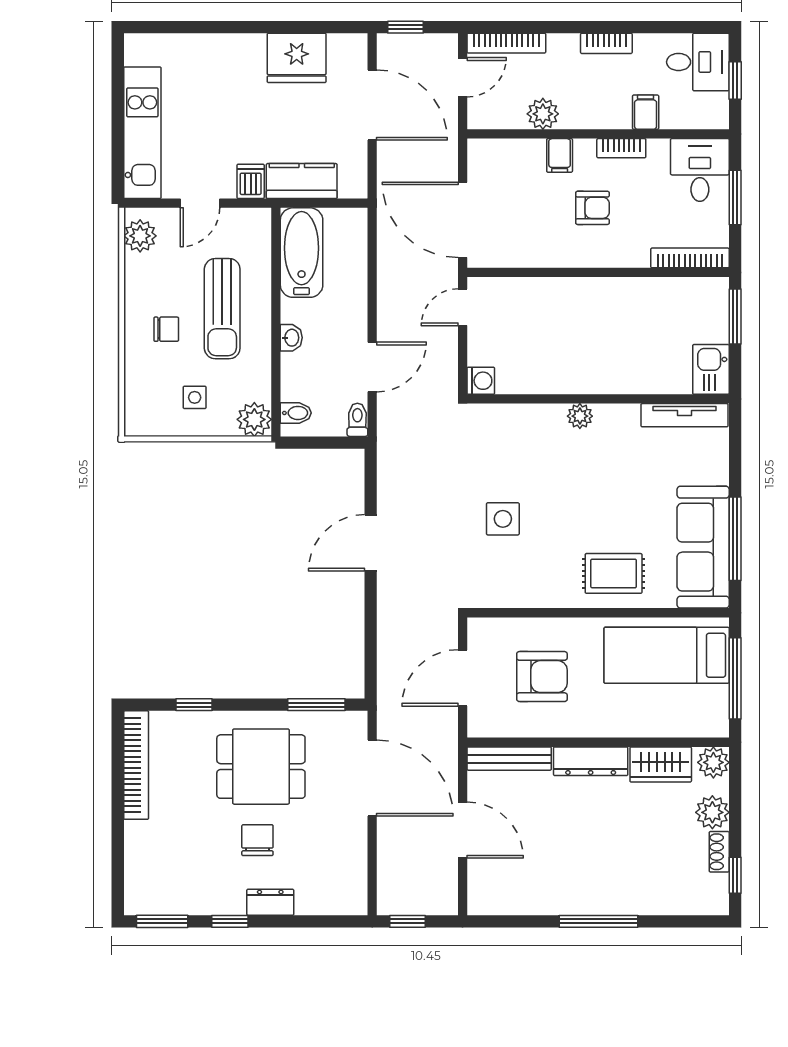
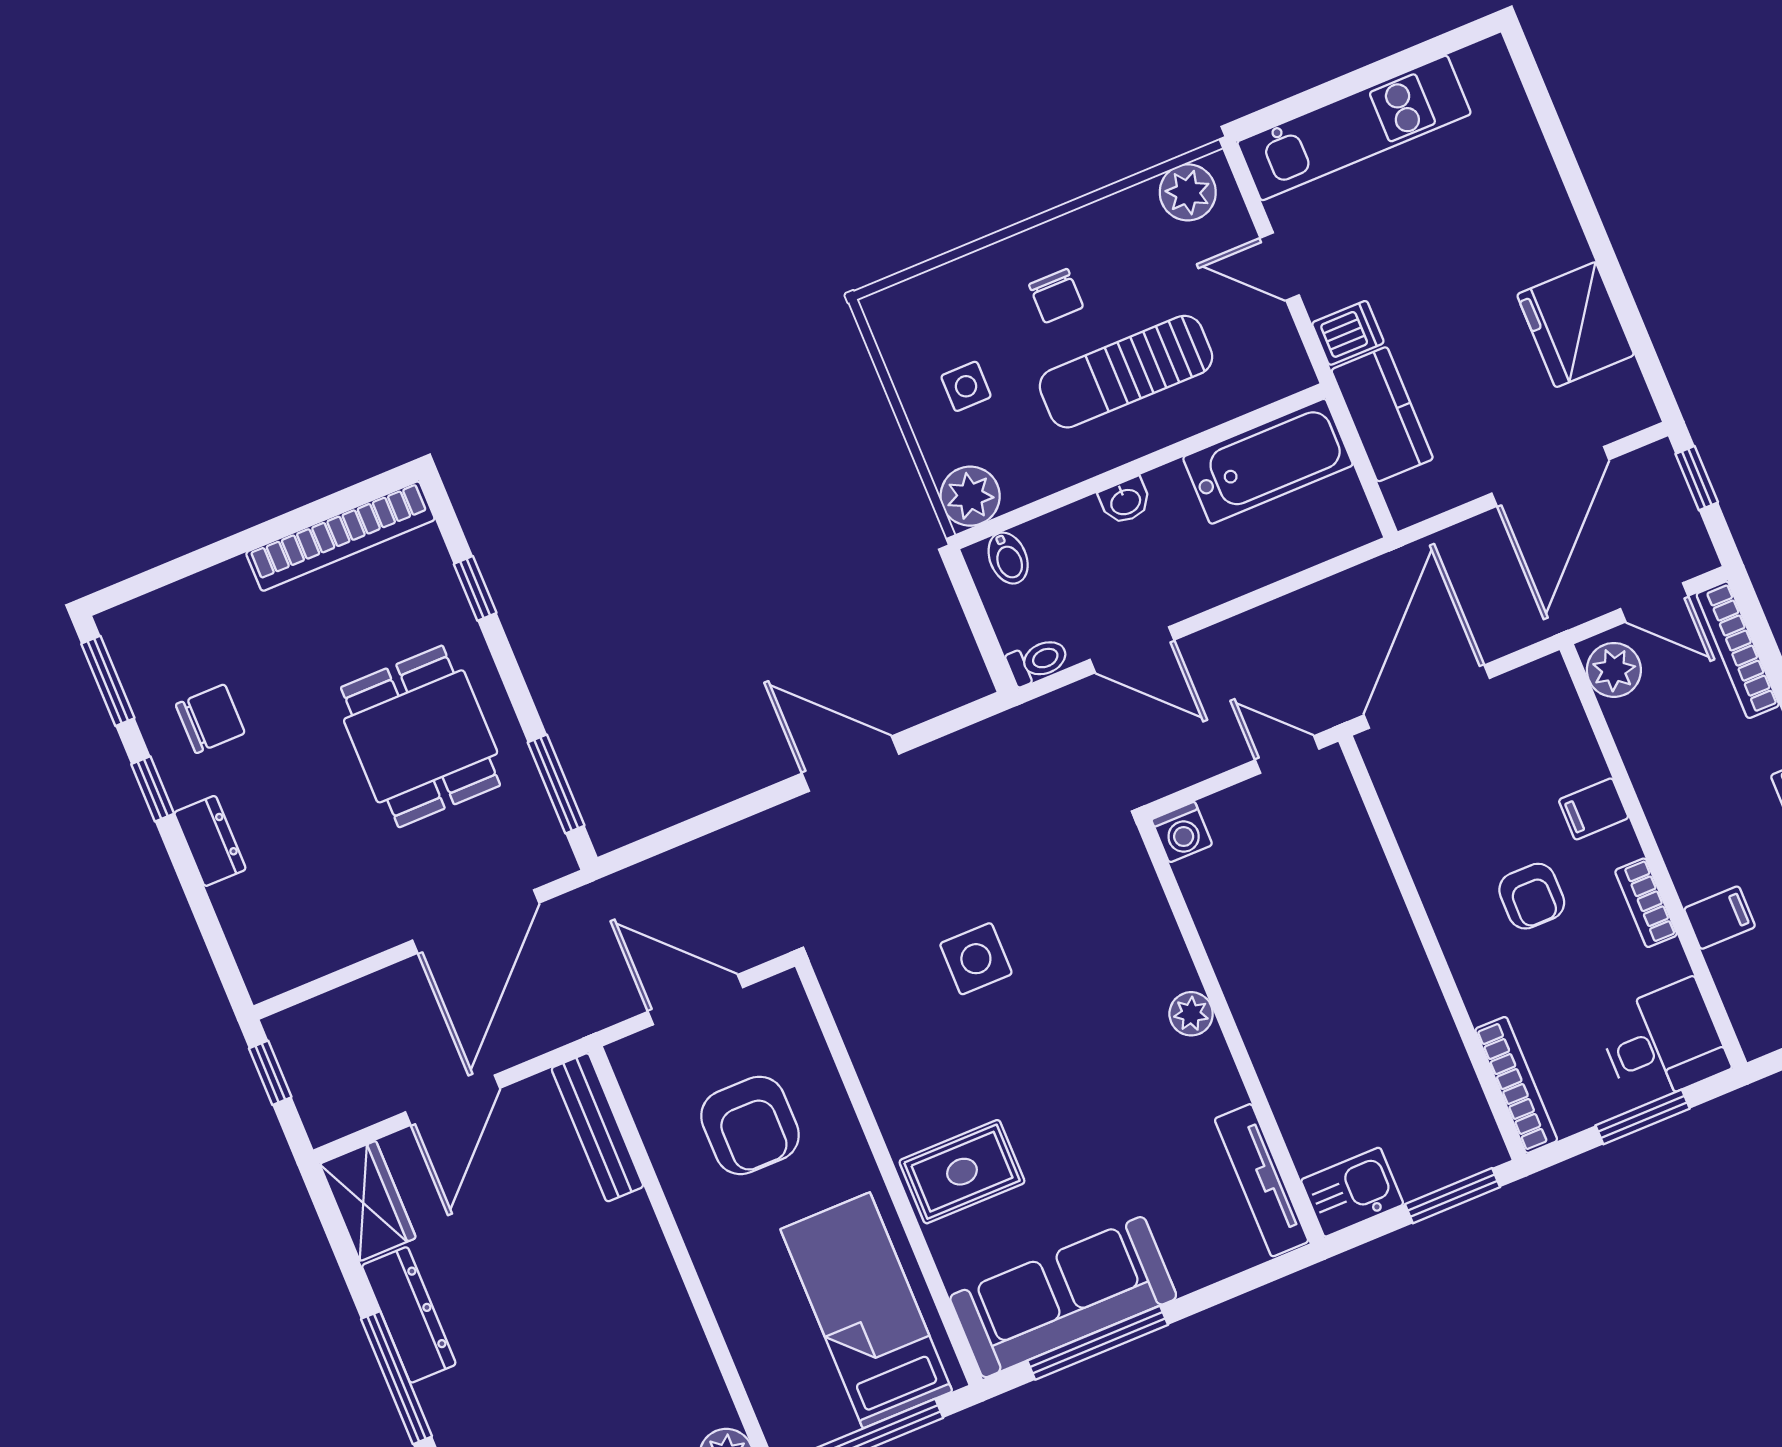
plant: (543, 114) -> (1614, 670), moved
rug: (614, 573) -> (962, 1172), turned 90
dresser: (591, 761) -> (409, 1315), moved, turned 180
wardrobe: (661, 764) -> (368, 1201), moved, turned 180
chair: (257, 840) -> (210, 719), moved

